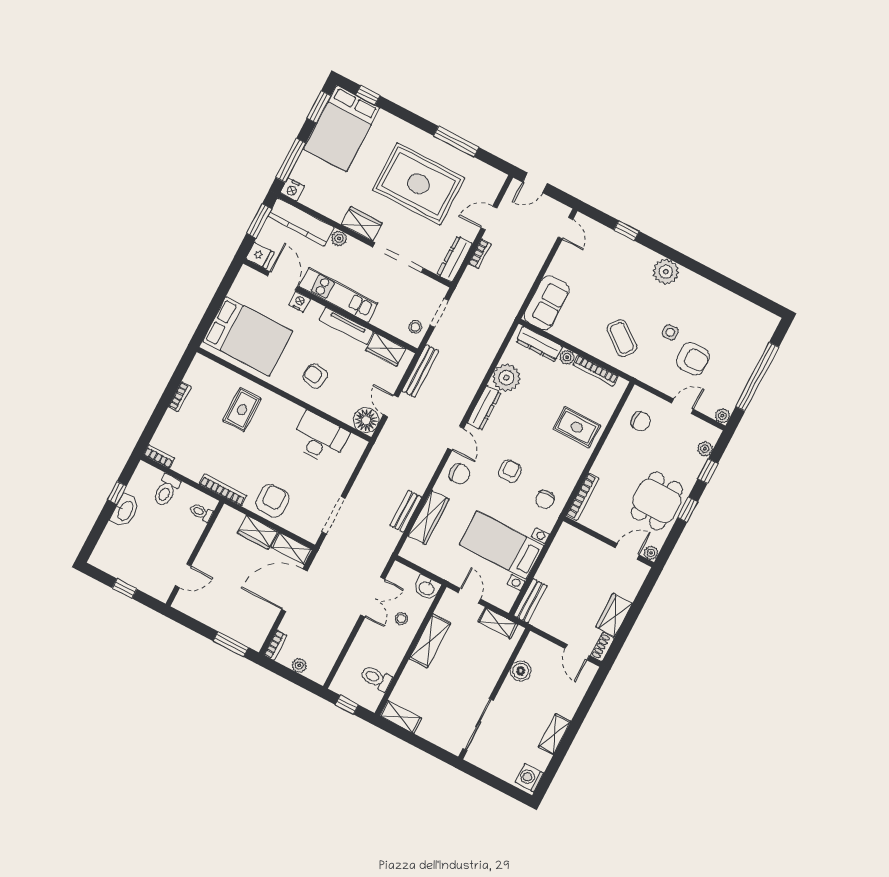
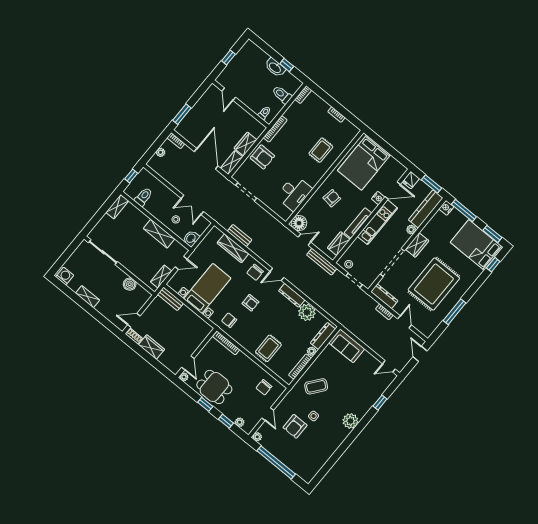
rug: (242, 410) -> (321, 150), turned 90

